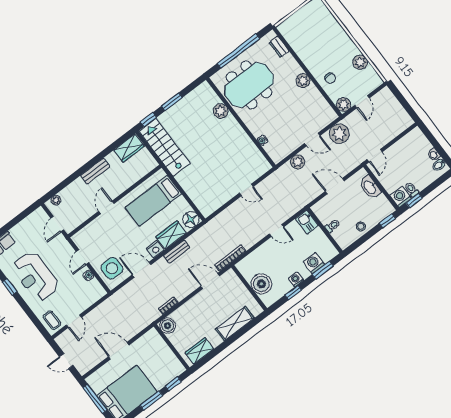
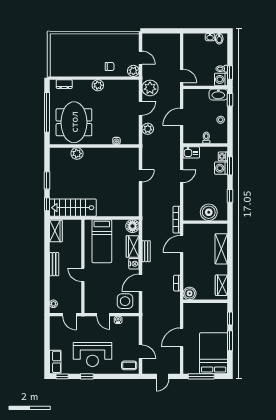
plant: (360, 62) -> (114, 39), removed
washbasin: (370, 187) -> (218, 94), moved
washing machine: (296, 279) -> (223, 156), moved

